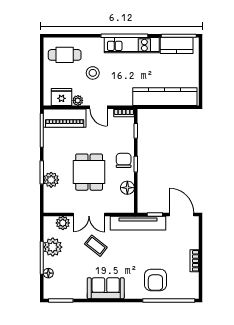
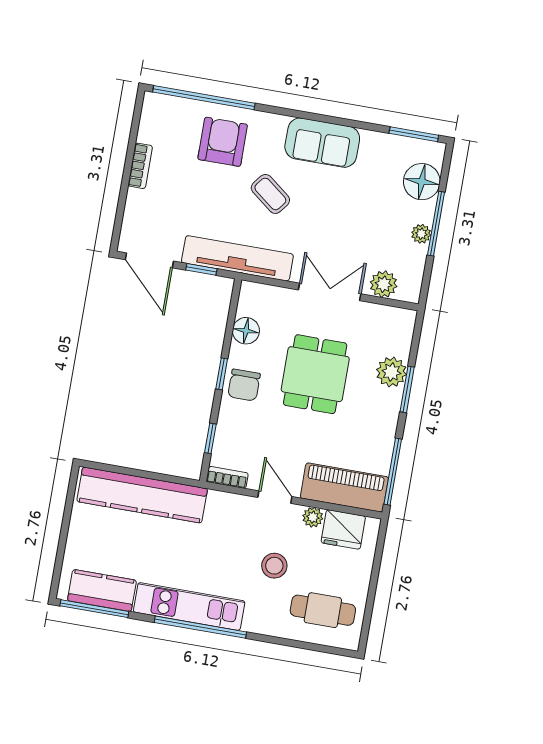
coffee table: (96, 246) -> (270, 194), moved
plant: (53, 247) -> (421, 234), width x0.53, depth x0.53
floor lamp: (48, 273) -> (422, 182), width x1.89, depth x1.89

